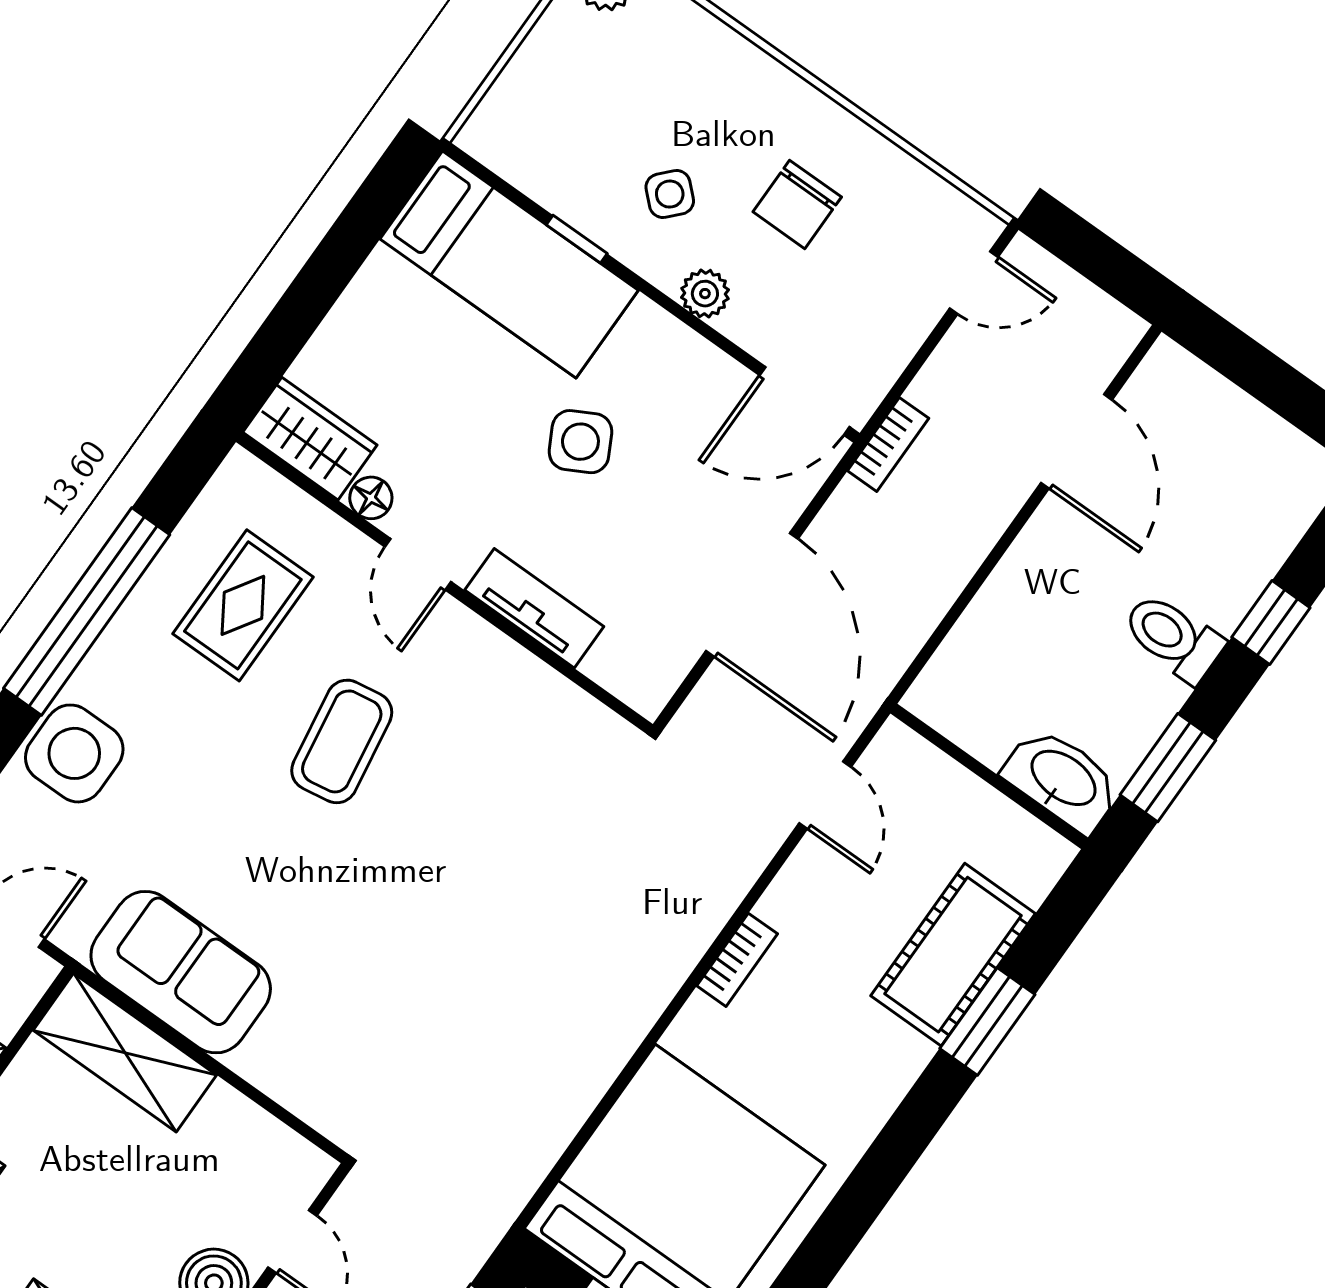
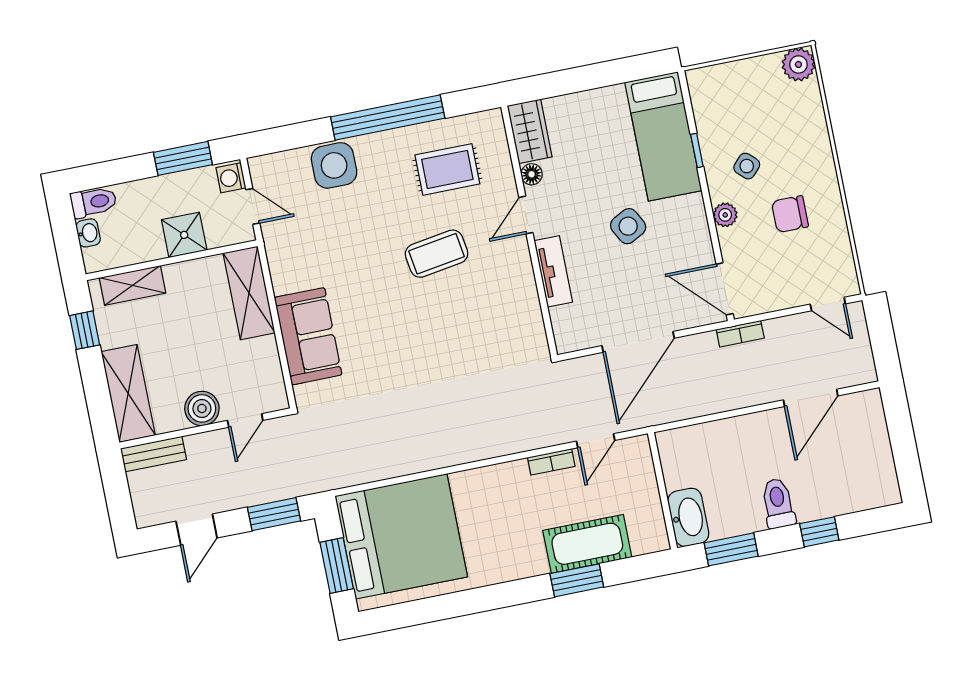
bookcase: (737, 960) -> (551, 462), moved
sofa: (181, 972) -> (308, 336), moved

